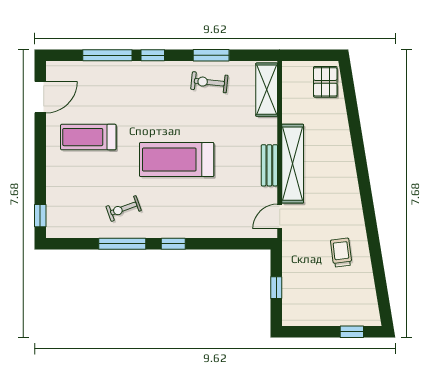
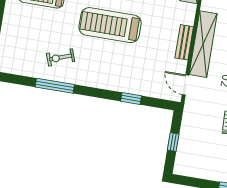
door: (280, 216) -> (185, 85), hinge flipped
window: (173, 244) -> (131, 99), moved

